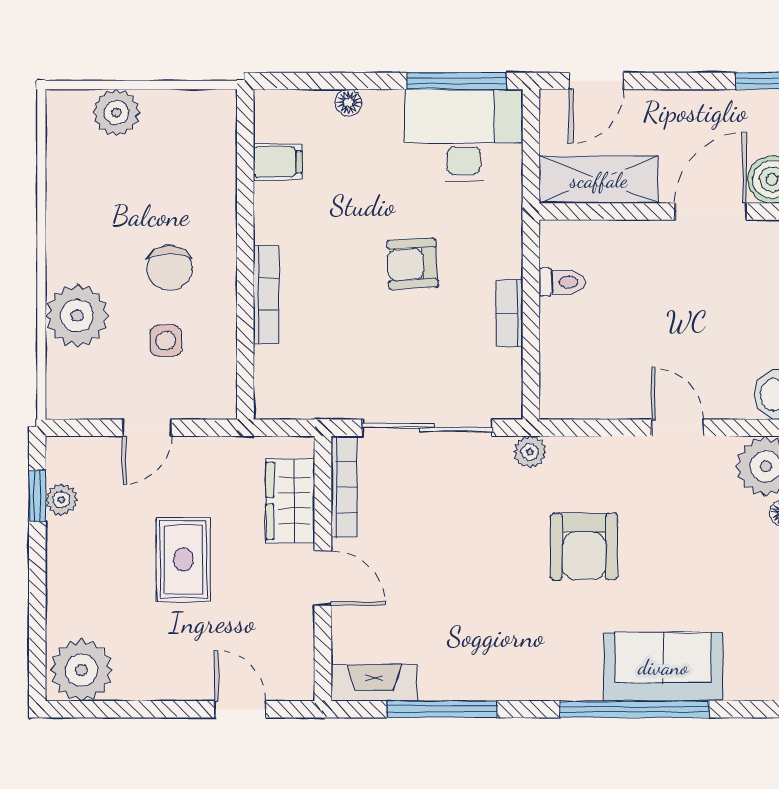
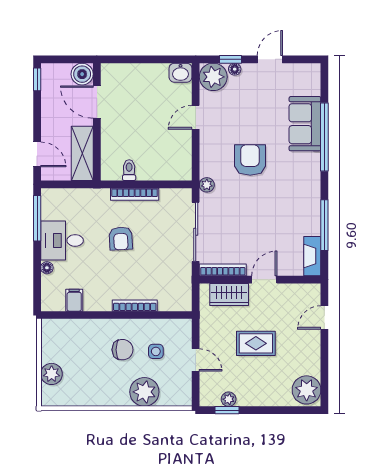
desk: (464, 135) -> (62, 240), moved, width x0.73
bookcase: (509, 313) -> (135, 194), width x1.56
armchair: (584, 547) -> (250, 160), turned -90

